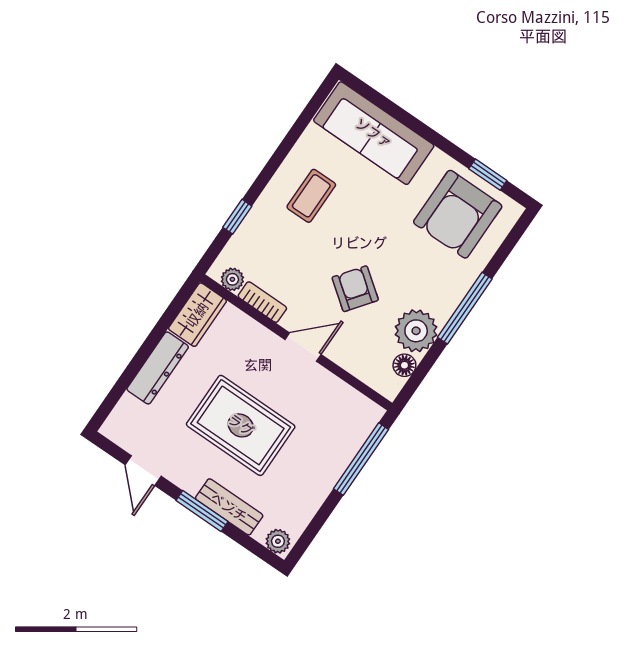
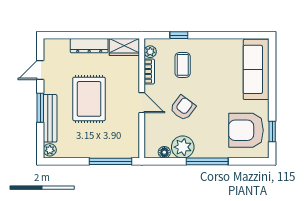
coffee table: (311, 196) -> (183, 65), moved, turned 90
bench: (229, 507) -> (50, 118), width x1.36

